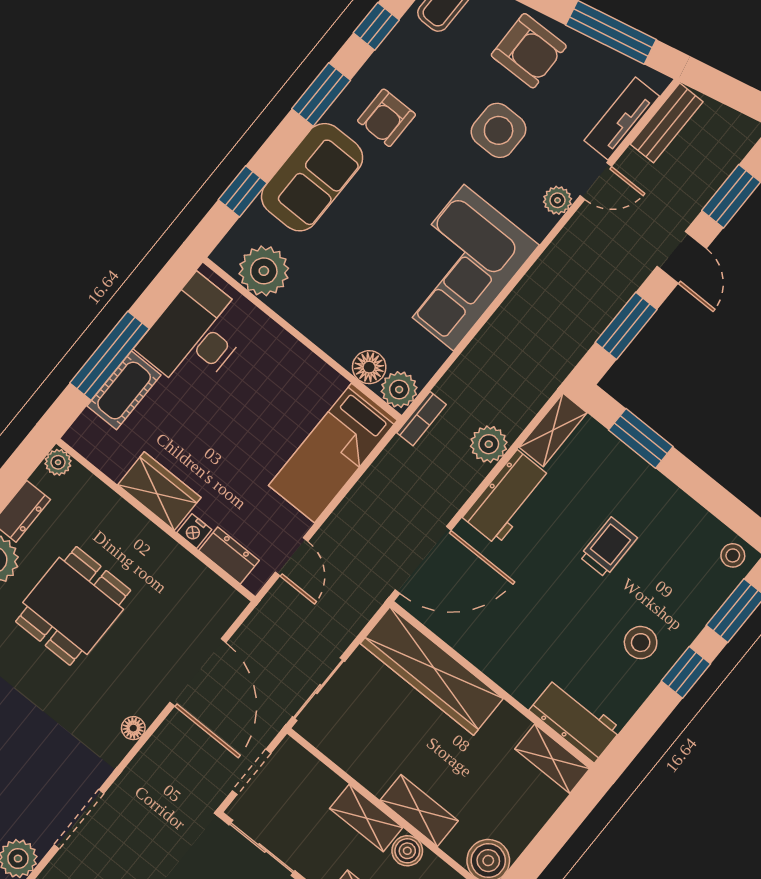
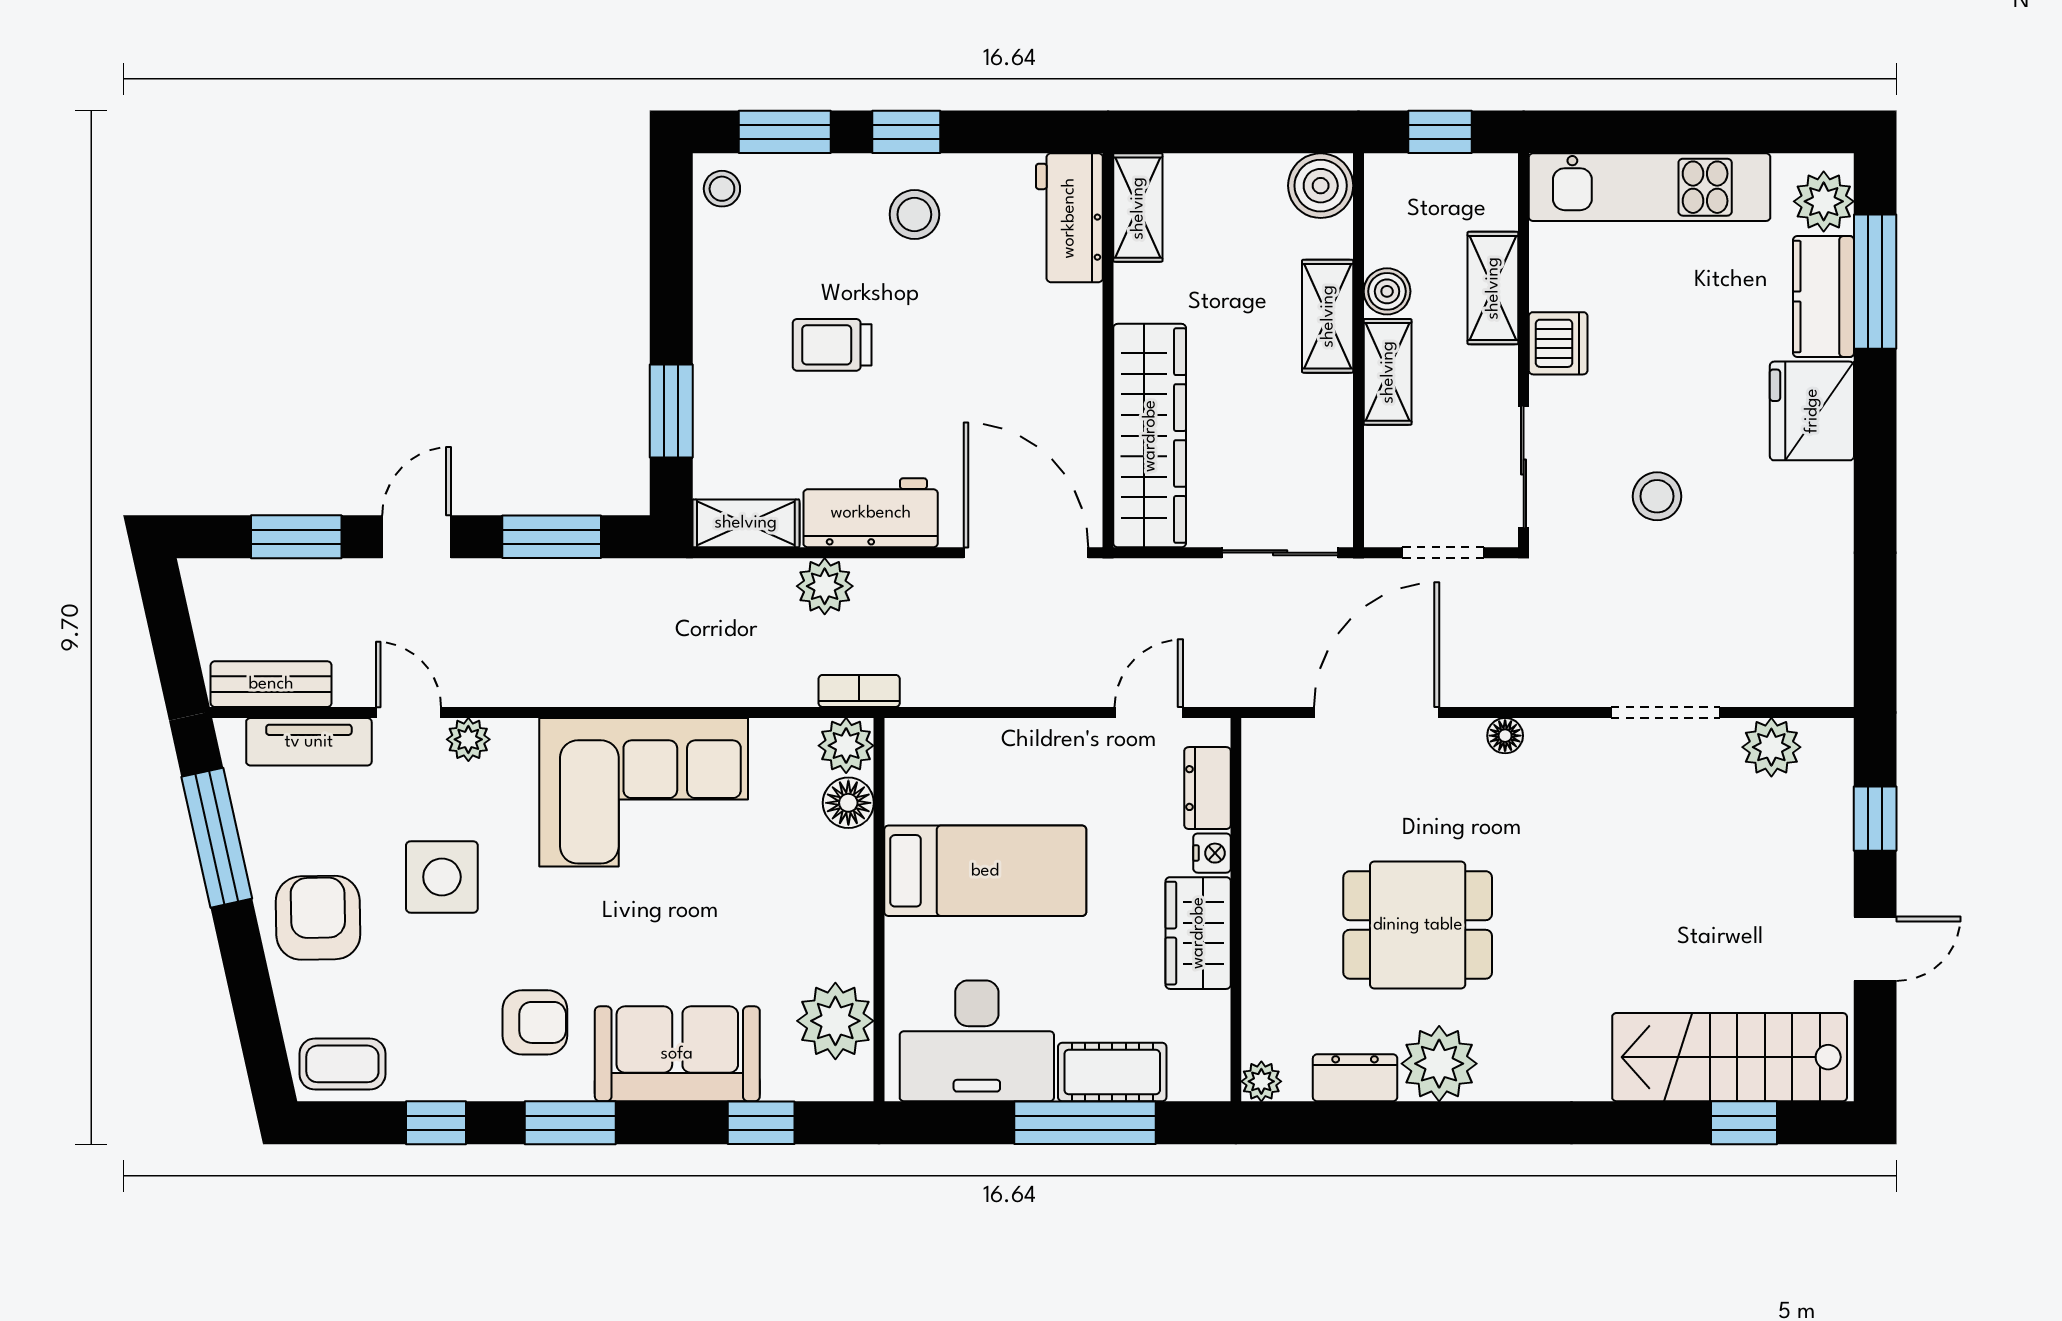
bed: (333, 453) -> (985, 871), moved

